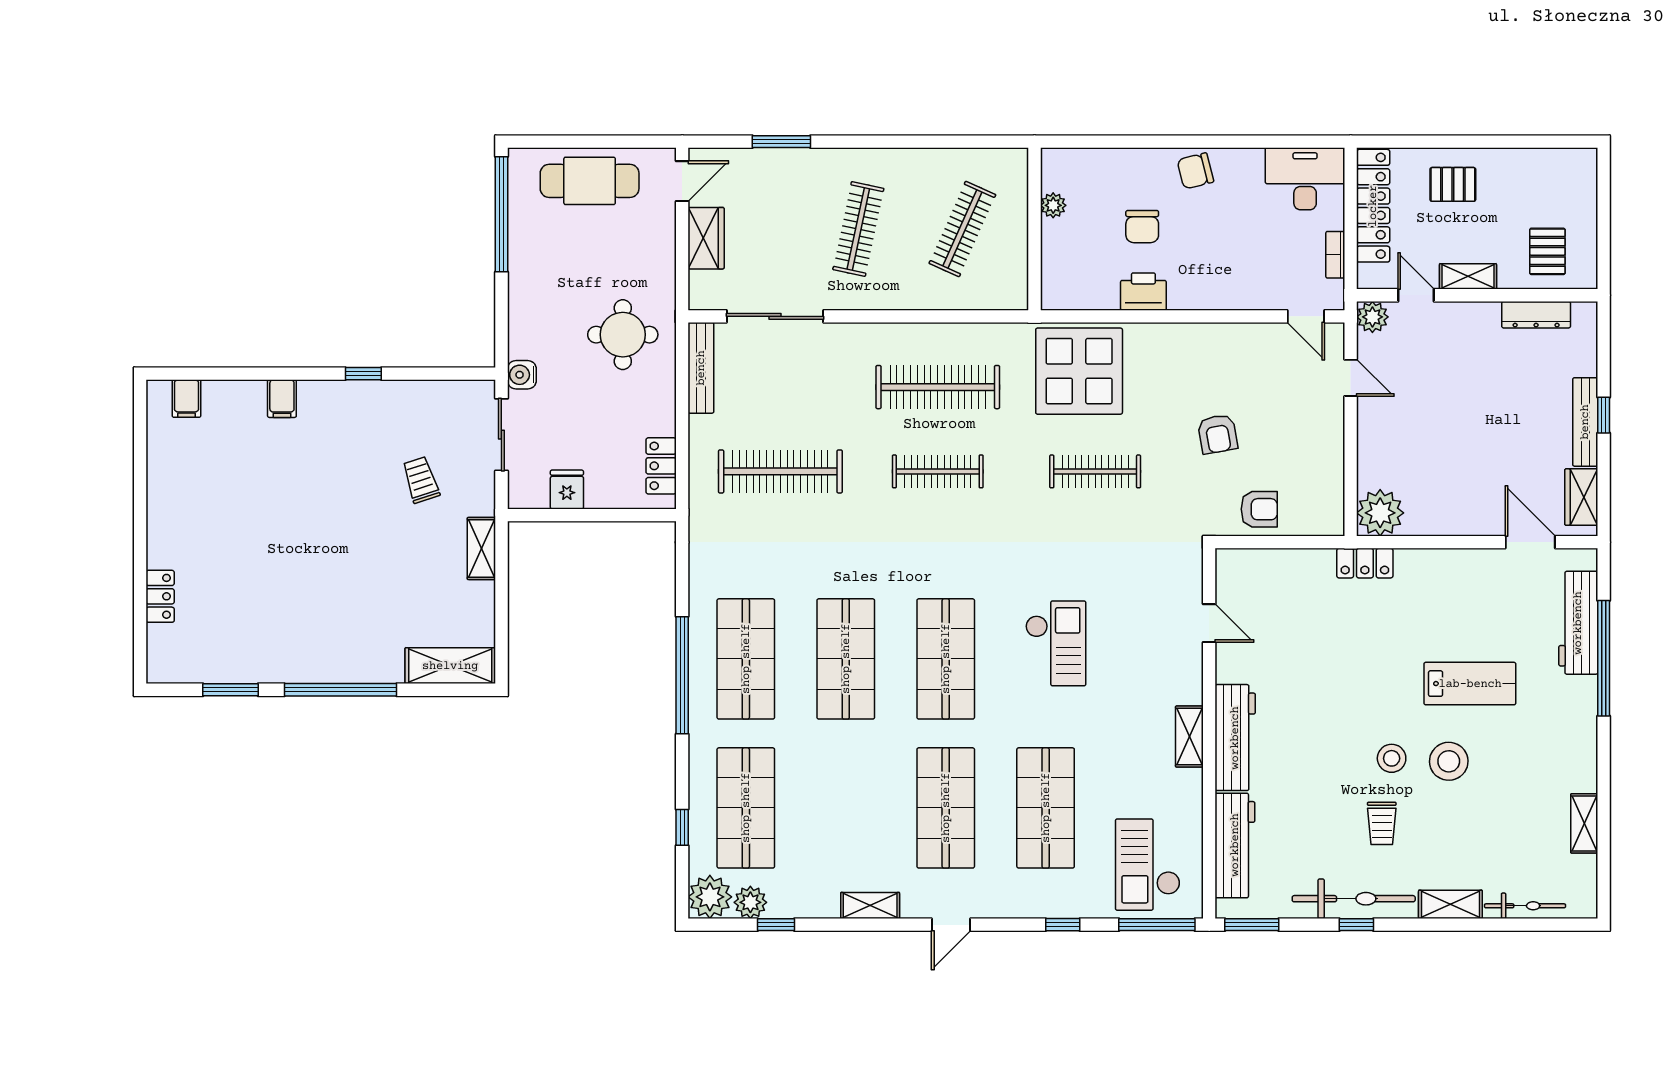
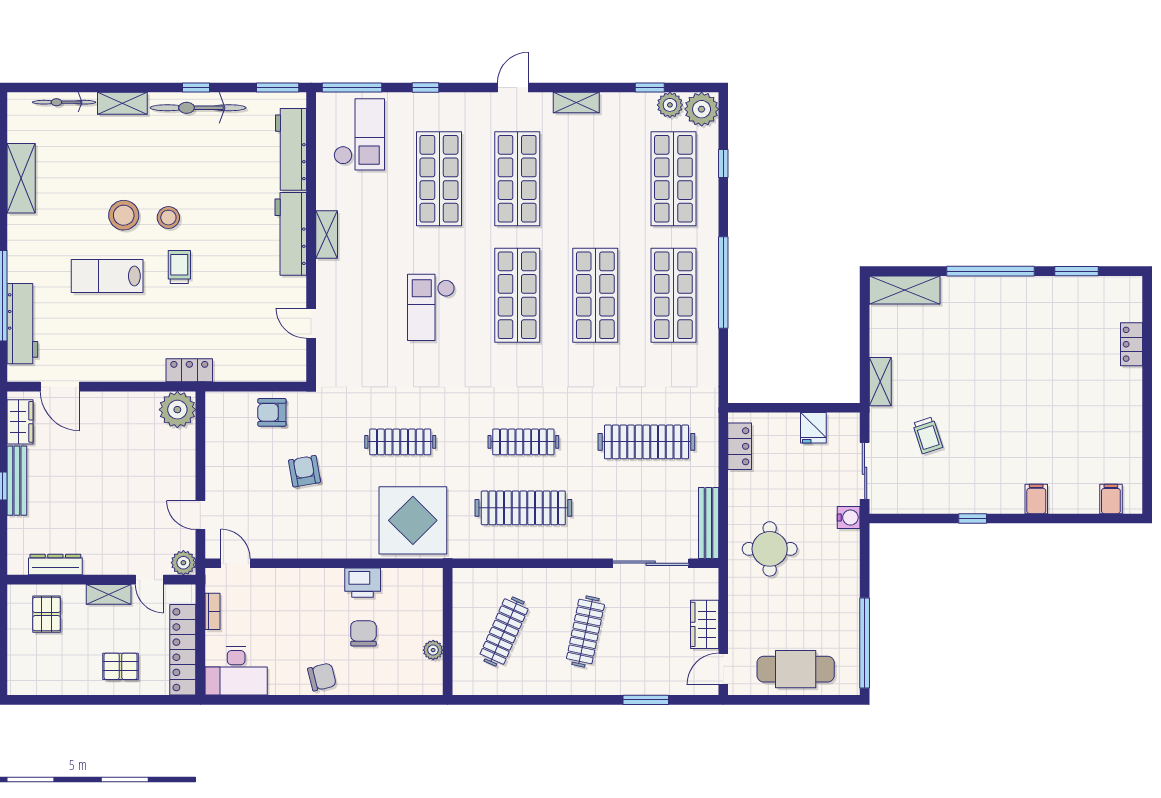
trolley: (1382, 823) -> (179, 267), moved
shelving: (1584, 823) -> (21, 178), width x1.50, depth x1.33

